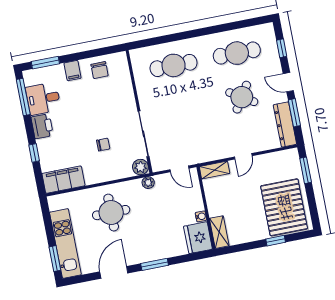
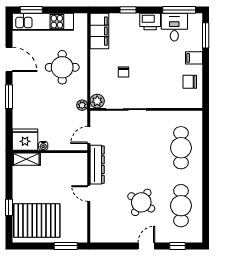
window: (294, 113) -> (118, 246), removed
dresser: (285, 125) -> (97, 165), moved, turned 90
shelving: (215, 170) -> (82, 166), removed

